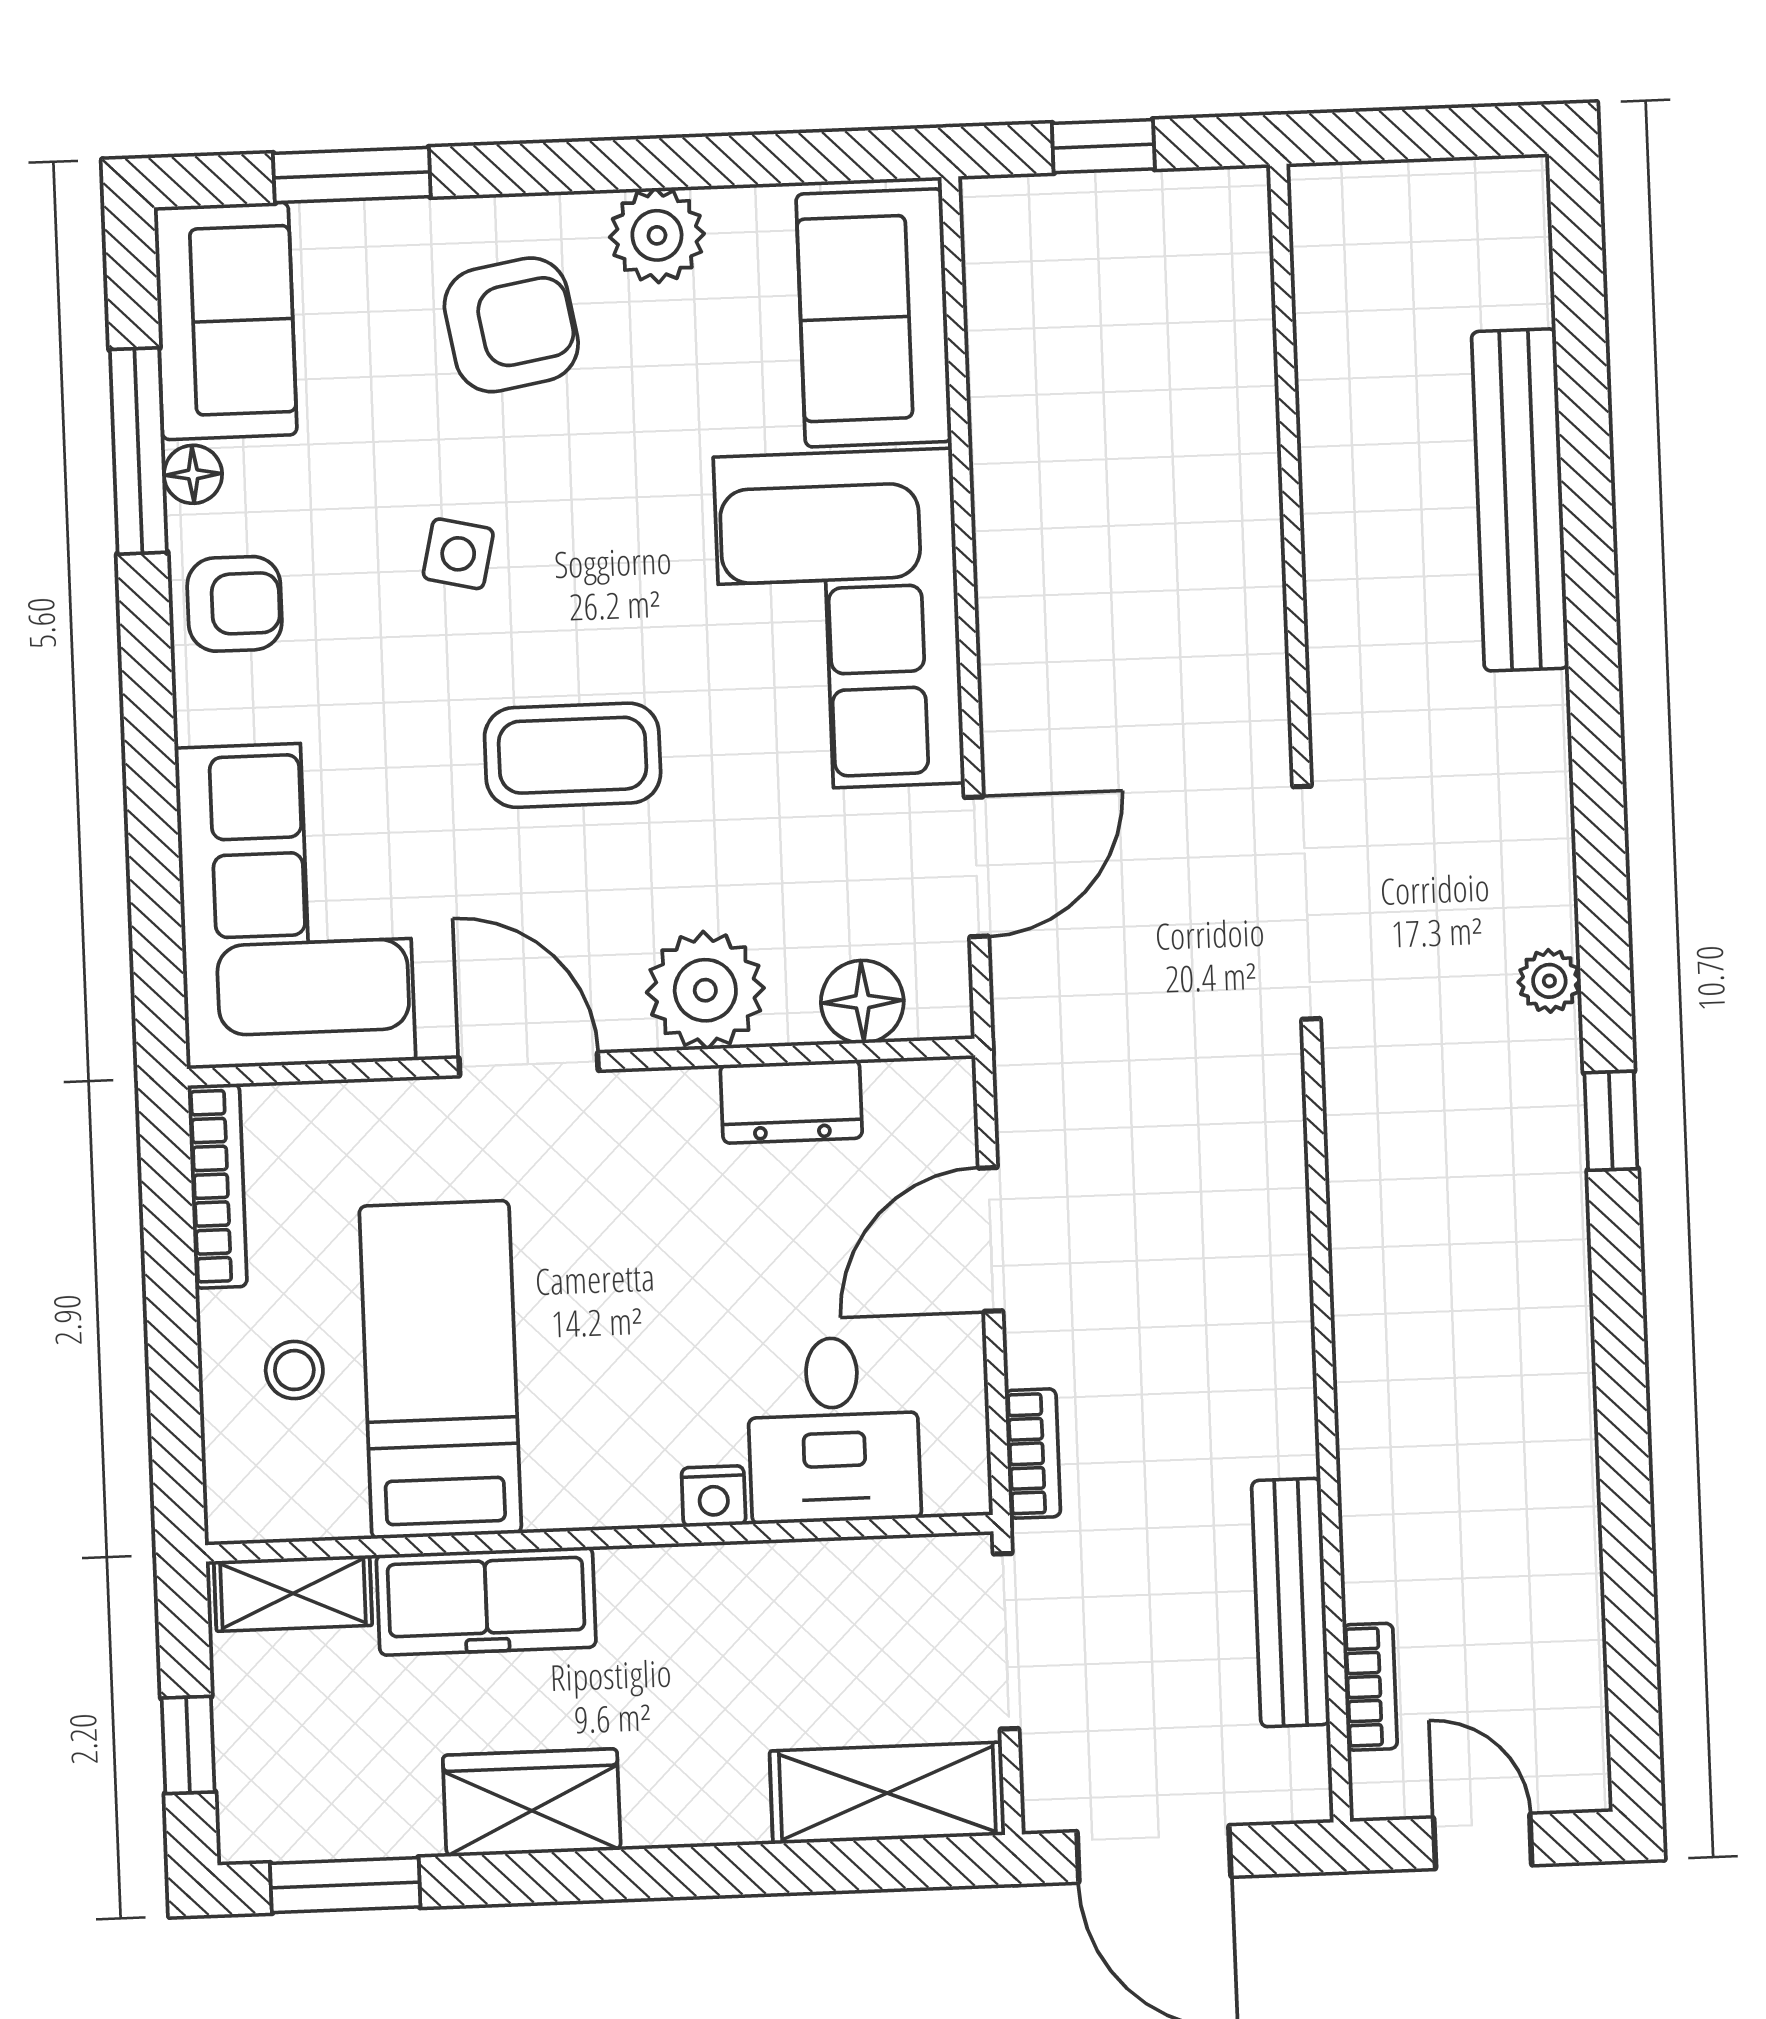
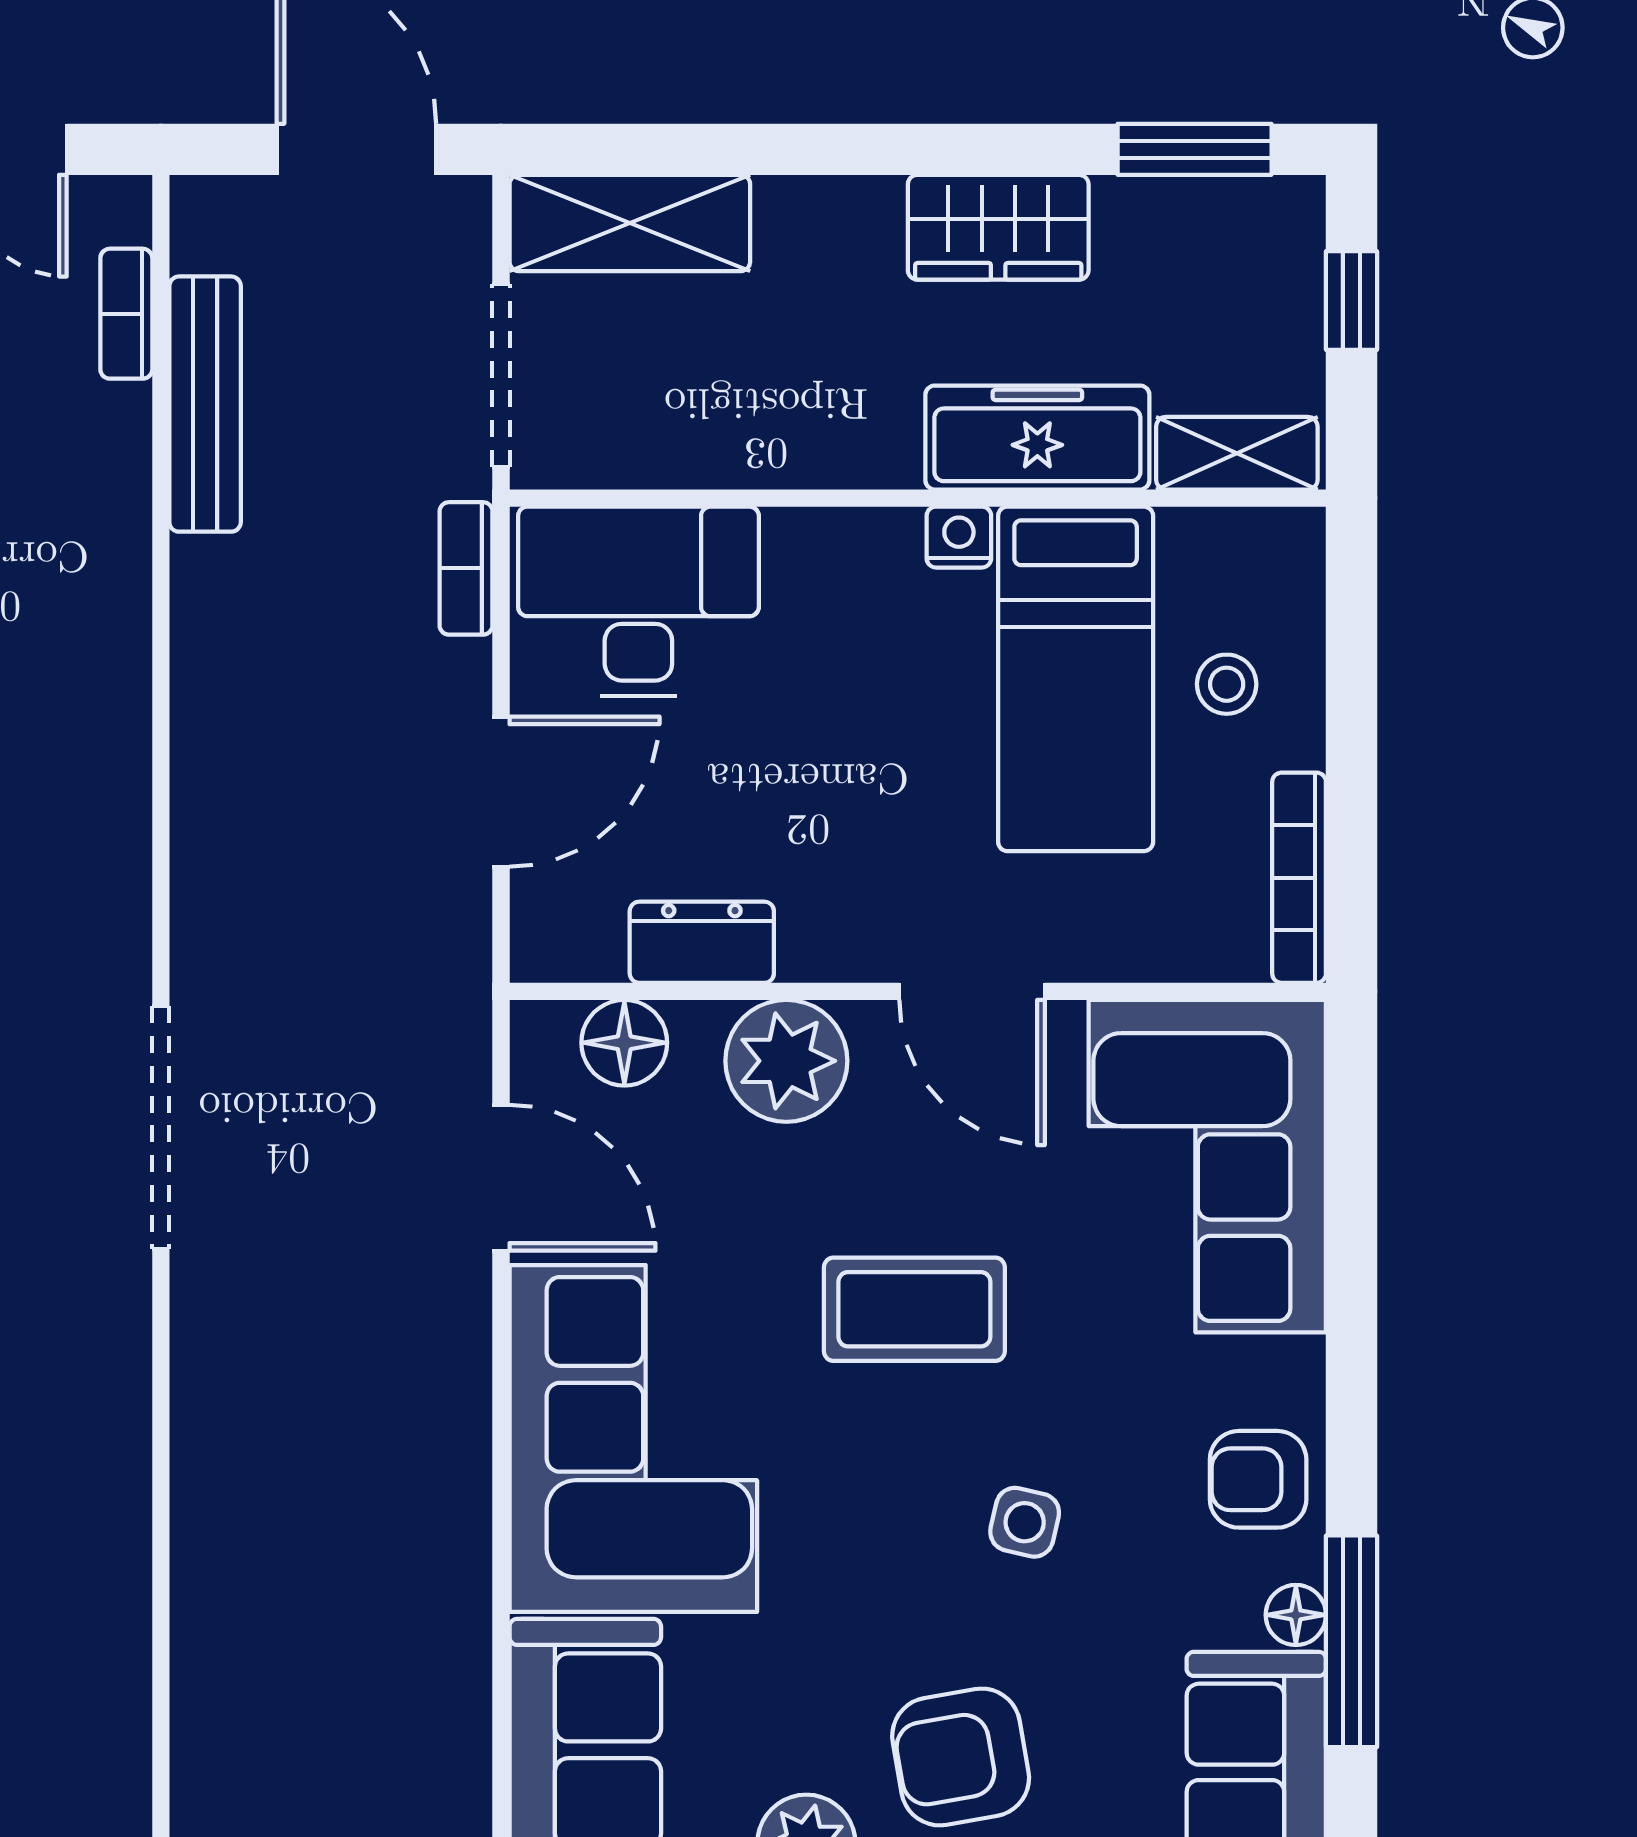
door: (976, 867) -> (501, 1178), swing flipped
desk: (834, 1430) -> (638, 601), width x1.37
nightstand: (714, 1496) -> (959, 537), moved

